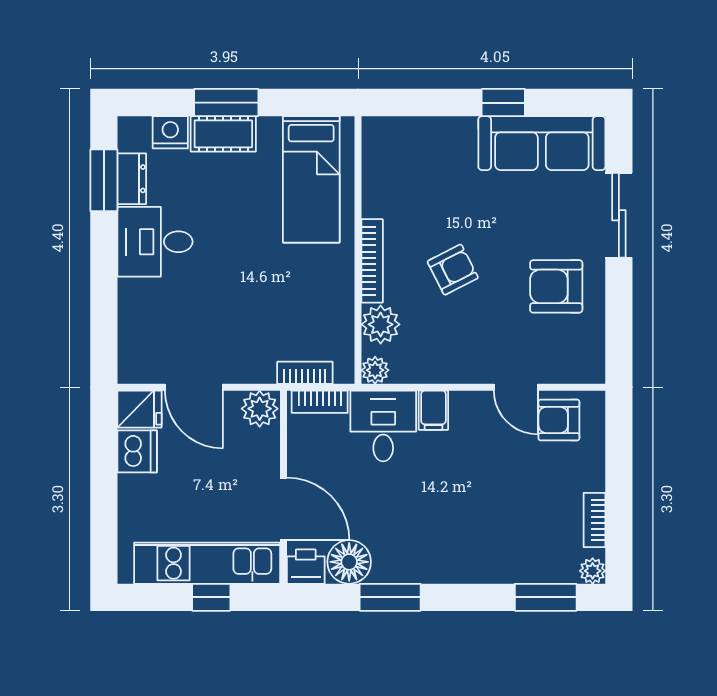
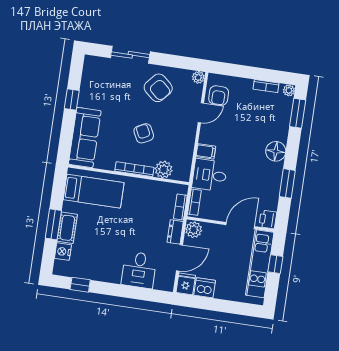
sofa: (542, 143) -> (85, 137), moved
dresser: (132, 179) -> (175, 232), moved, turned -90
window: (104, 180) -> (80, 285), width x0.67
desk: (155, 242) -> (139, 270), moved
armchair: (556, 286) -> (158, 88), turned -49
plant: (375, 370) -> (198, 77), moved
floor lamp: (349, 562) -> (276, 151), moved

